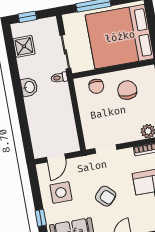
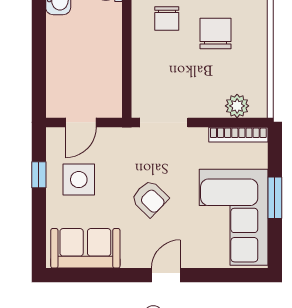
doorway: (106, 149) -> (164, 122), width x1.38
window: (41, 218) -> (39, 175), moved

